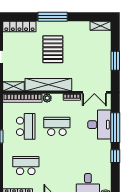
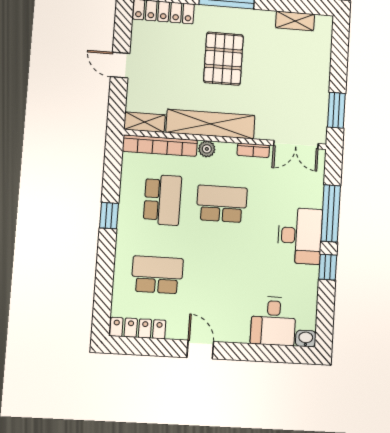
shelving: (101, 26) -> (295, 21), moved
window: (115, 61) -> (336, 110), moved
desk: (99, 125) -> (300, 236), moved

